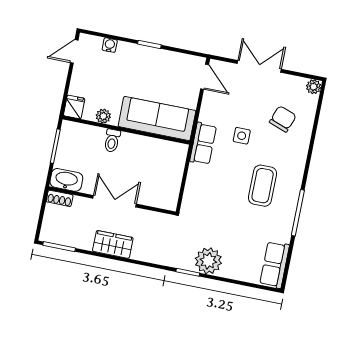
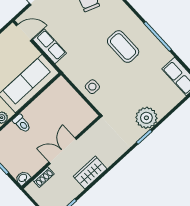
side table: (242, 136) -> (92, 87), moved
row of seats: (203, 144) -> (50, 46), moved
washbasin: (66, 180) -> (23, 178), width x0.52, depth x0.69
shoe rack: (60, 198) -> (44, 177), moved

